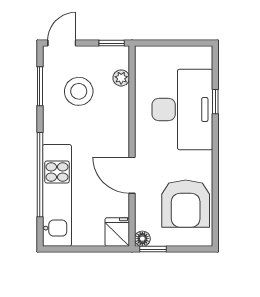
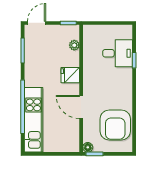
stool: (79, 91) -> (47, 54), removed
desk: (182, 109) -> (118, 53), width x0.53, depth x0.77
fridge: (117, 232) -> (70, 75), moved, turned -90

